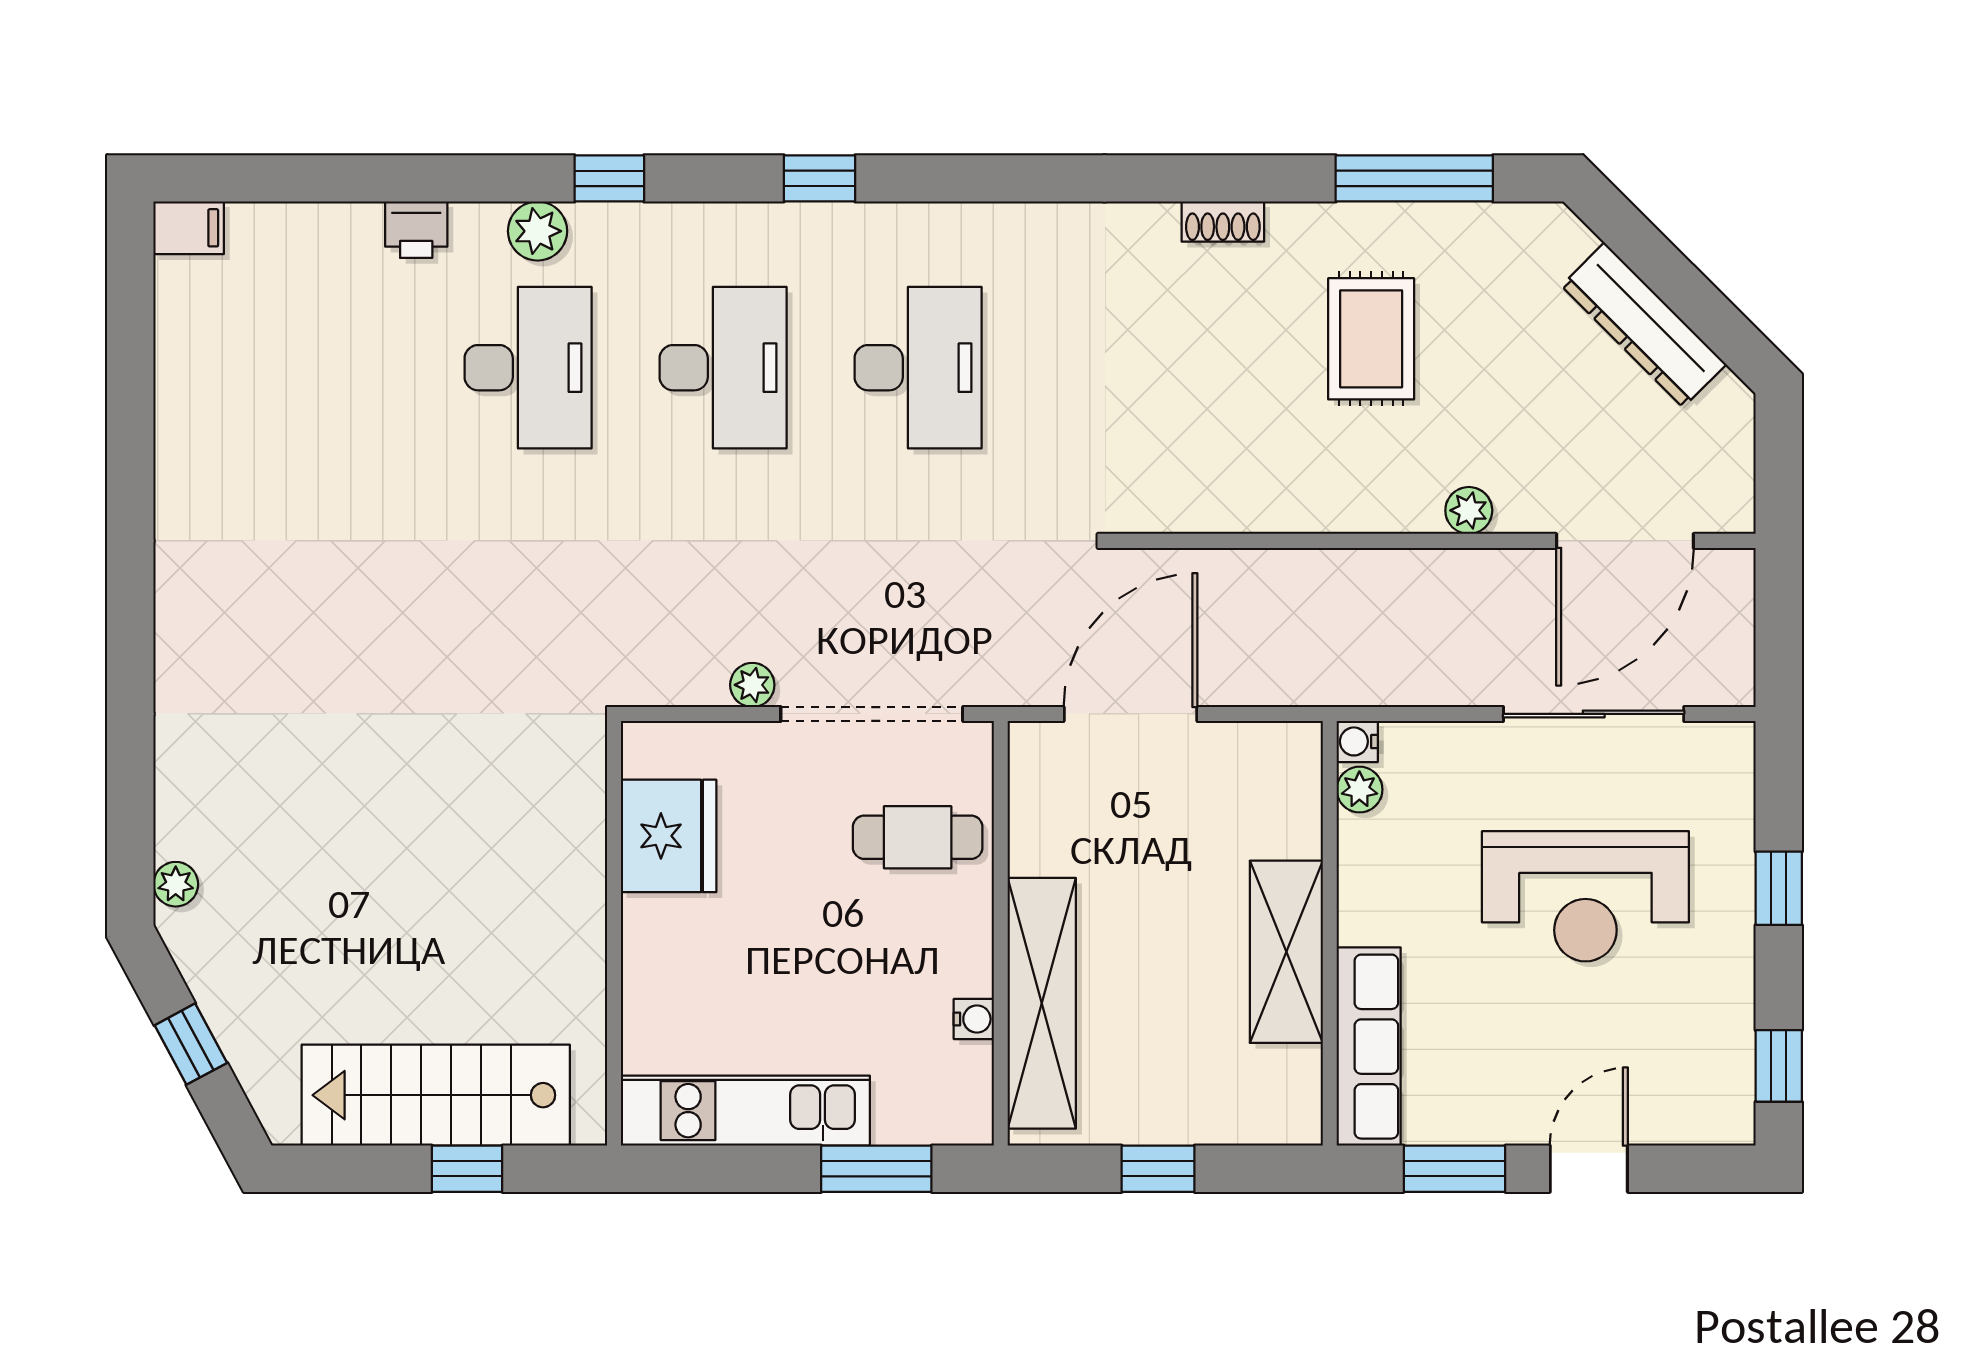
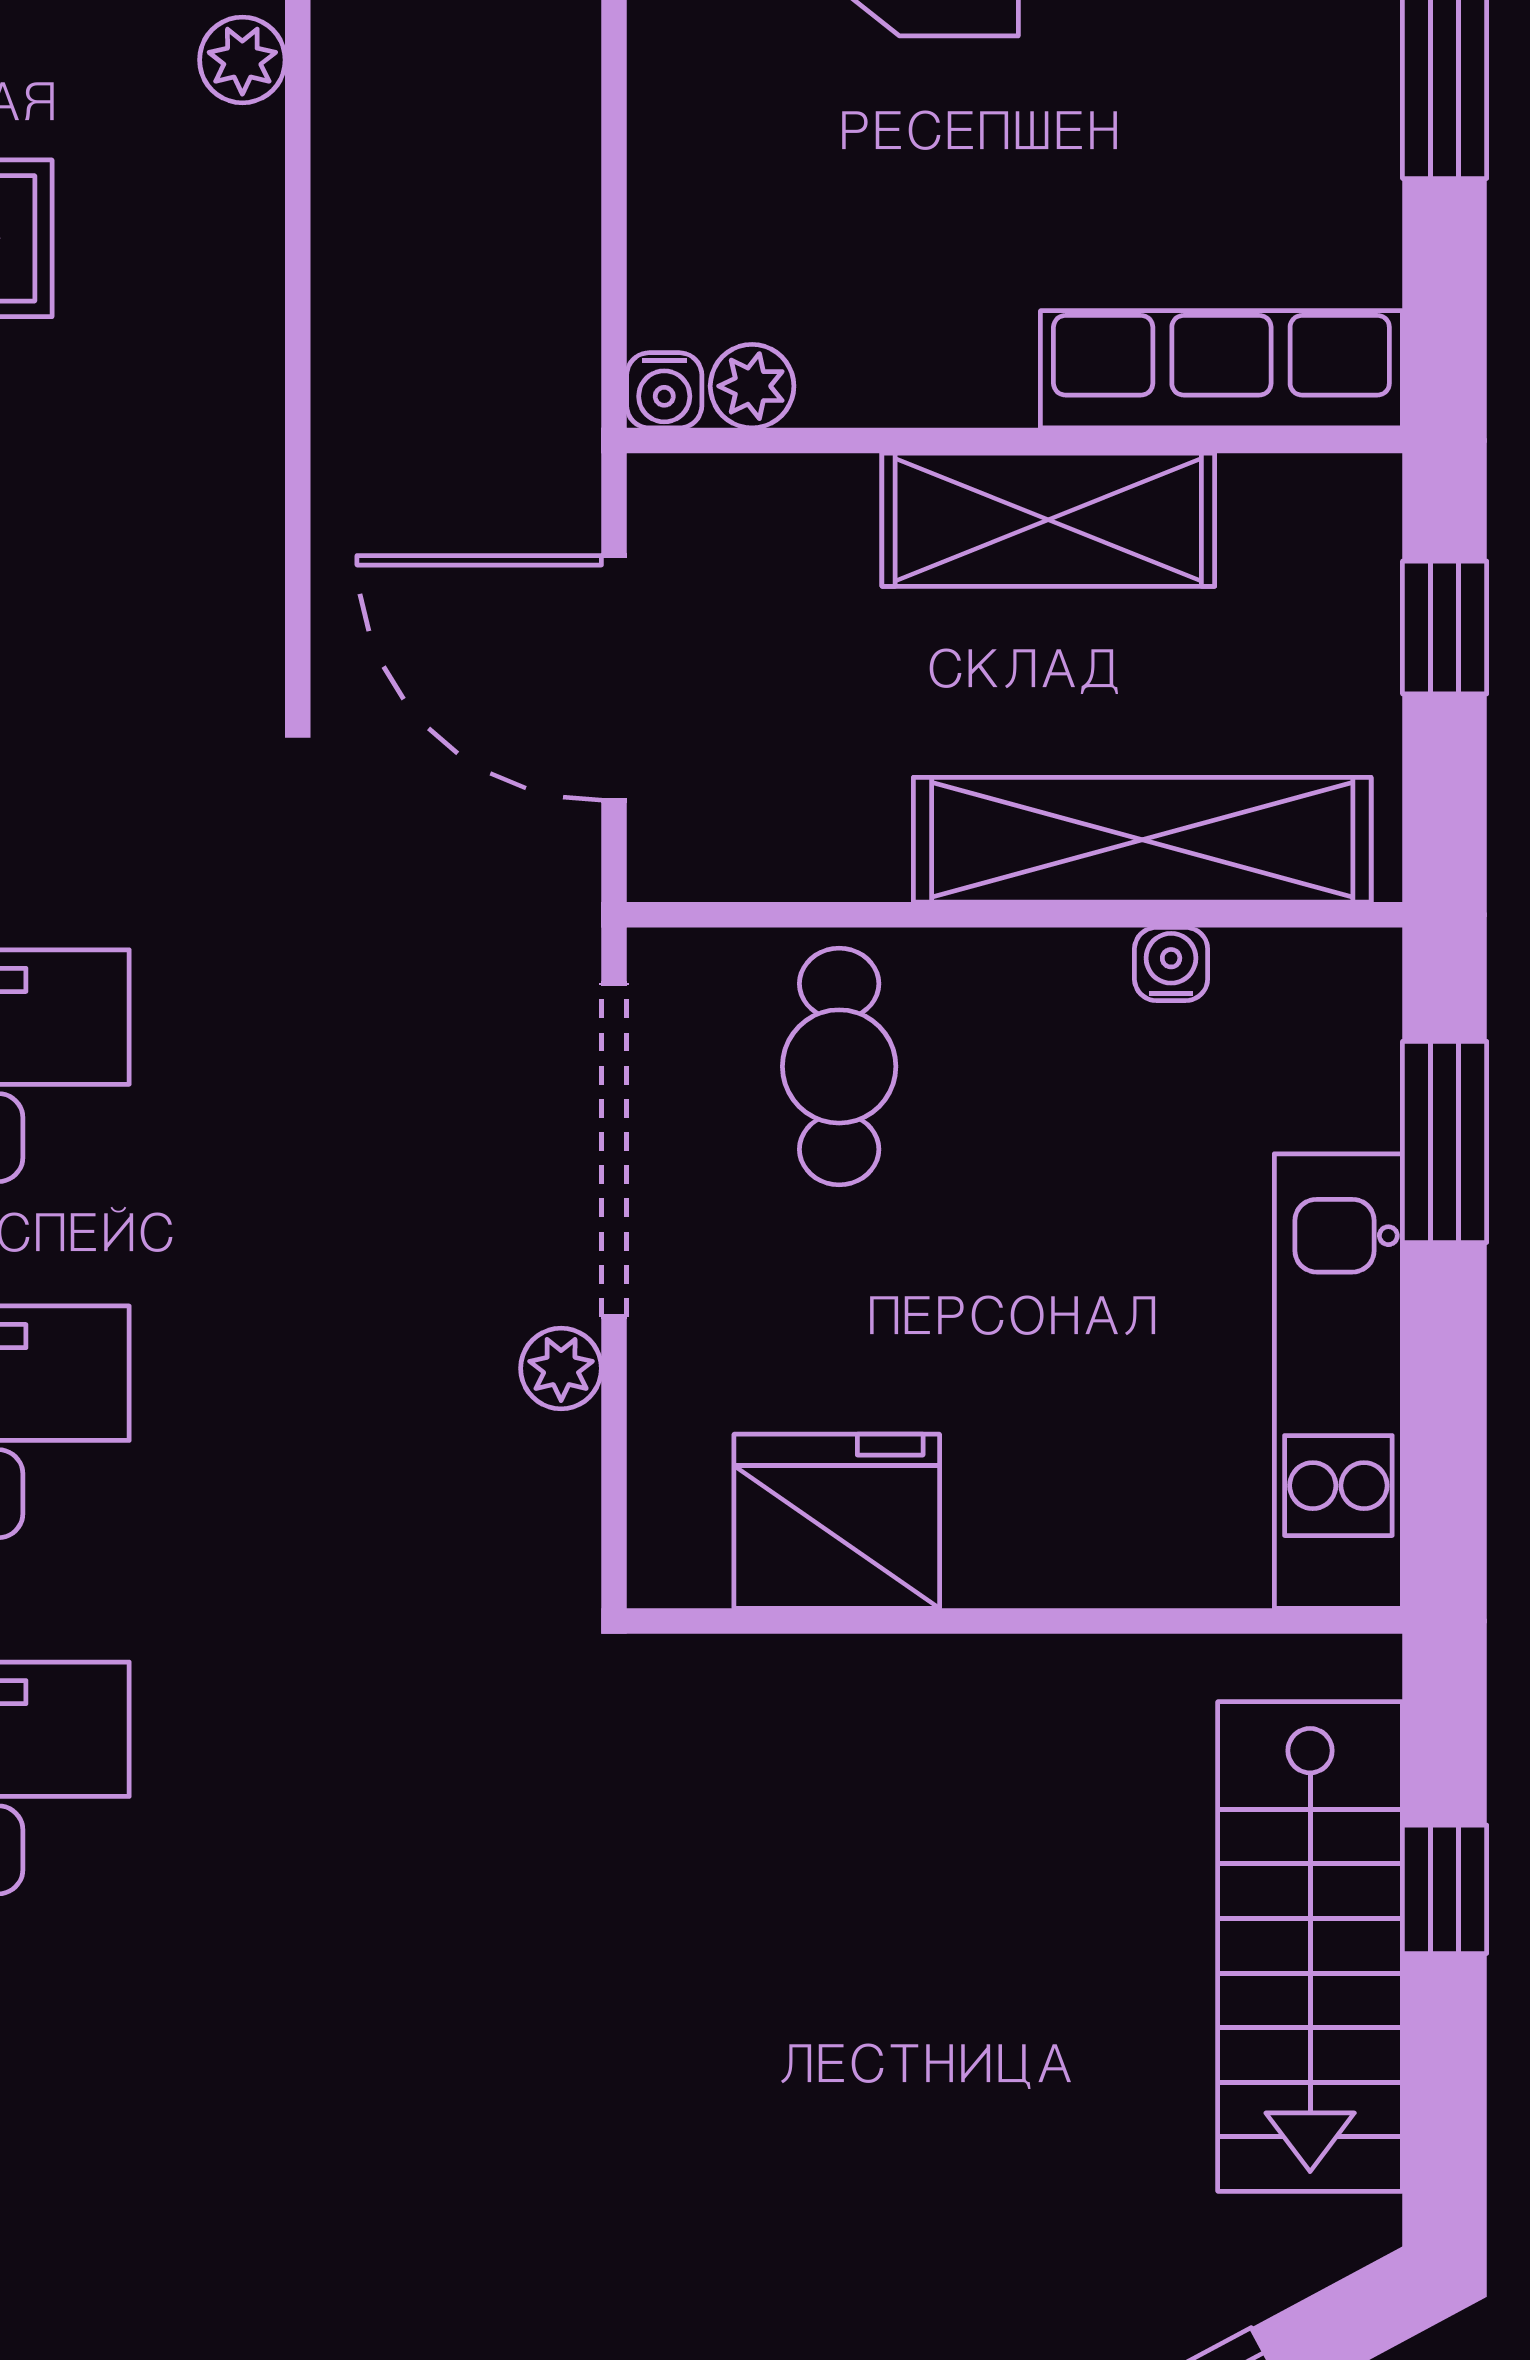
water cooler: (1357, 741) -> (664, 390), moved
plant: (1359, 790) -> (752, 386), moved
wall: (1330, 933) -> (1015, 441), moved
shelving: (1286, 952) -> (1048, 520), moved
row of seats: (1369, 1047) -> (1221, 369), moved

